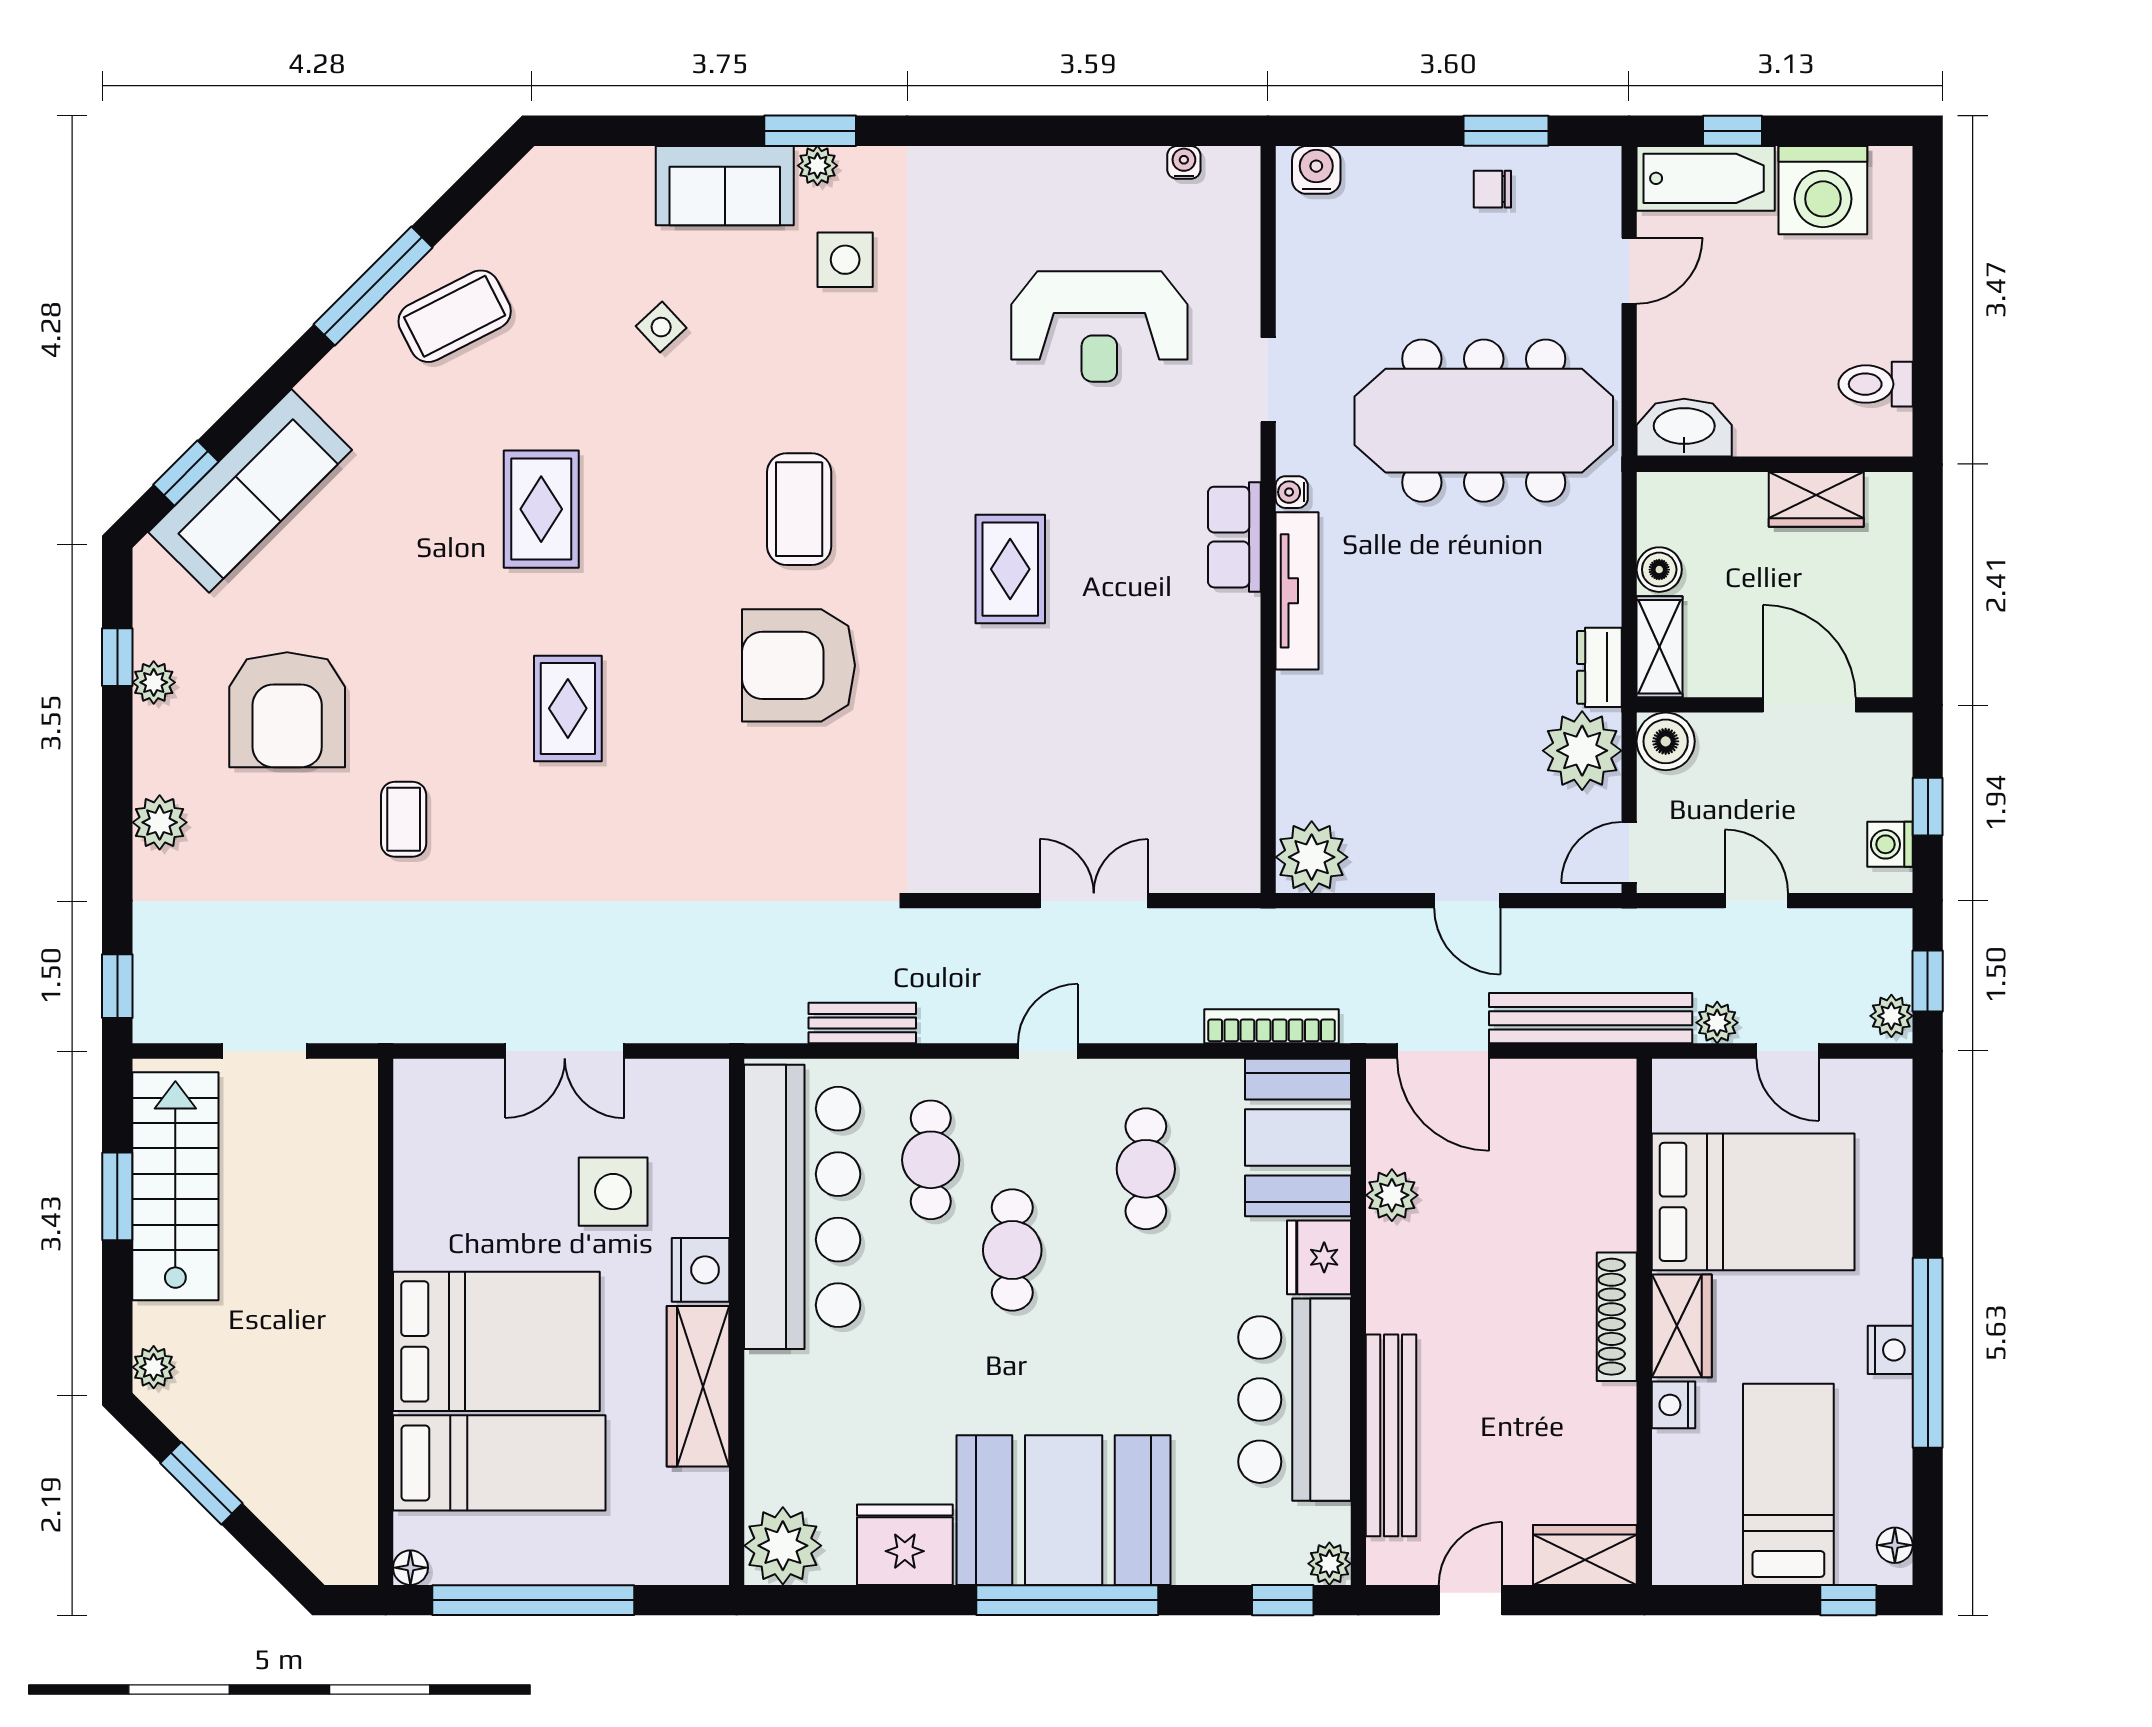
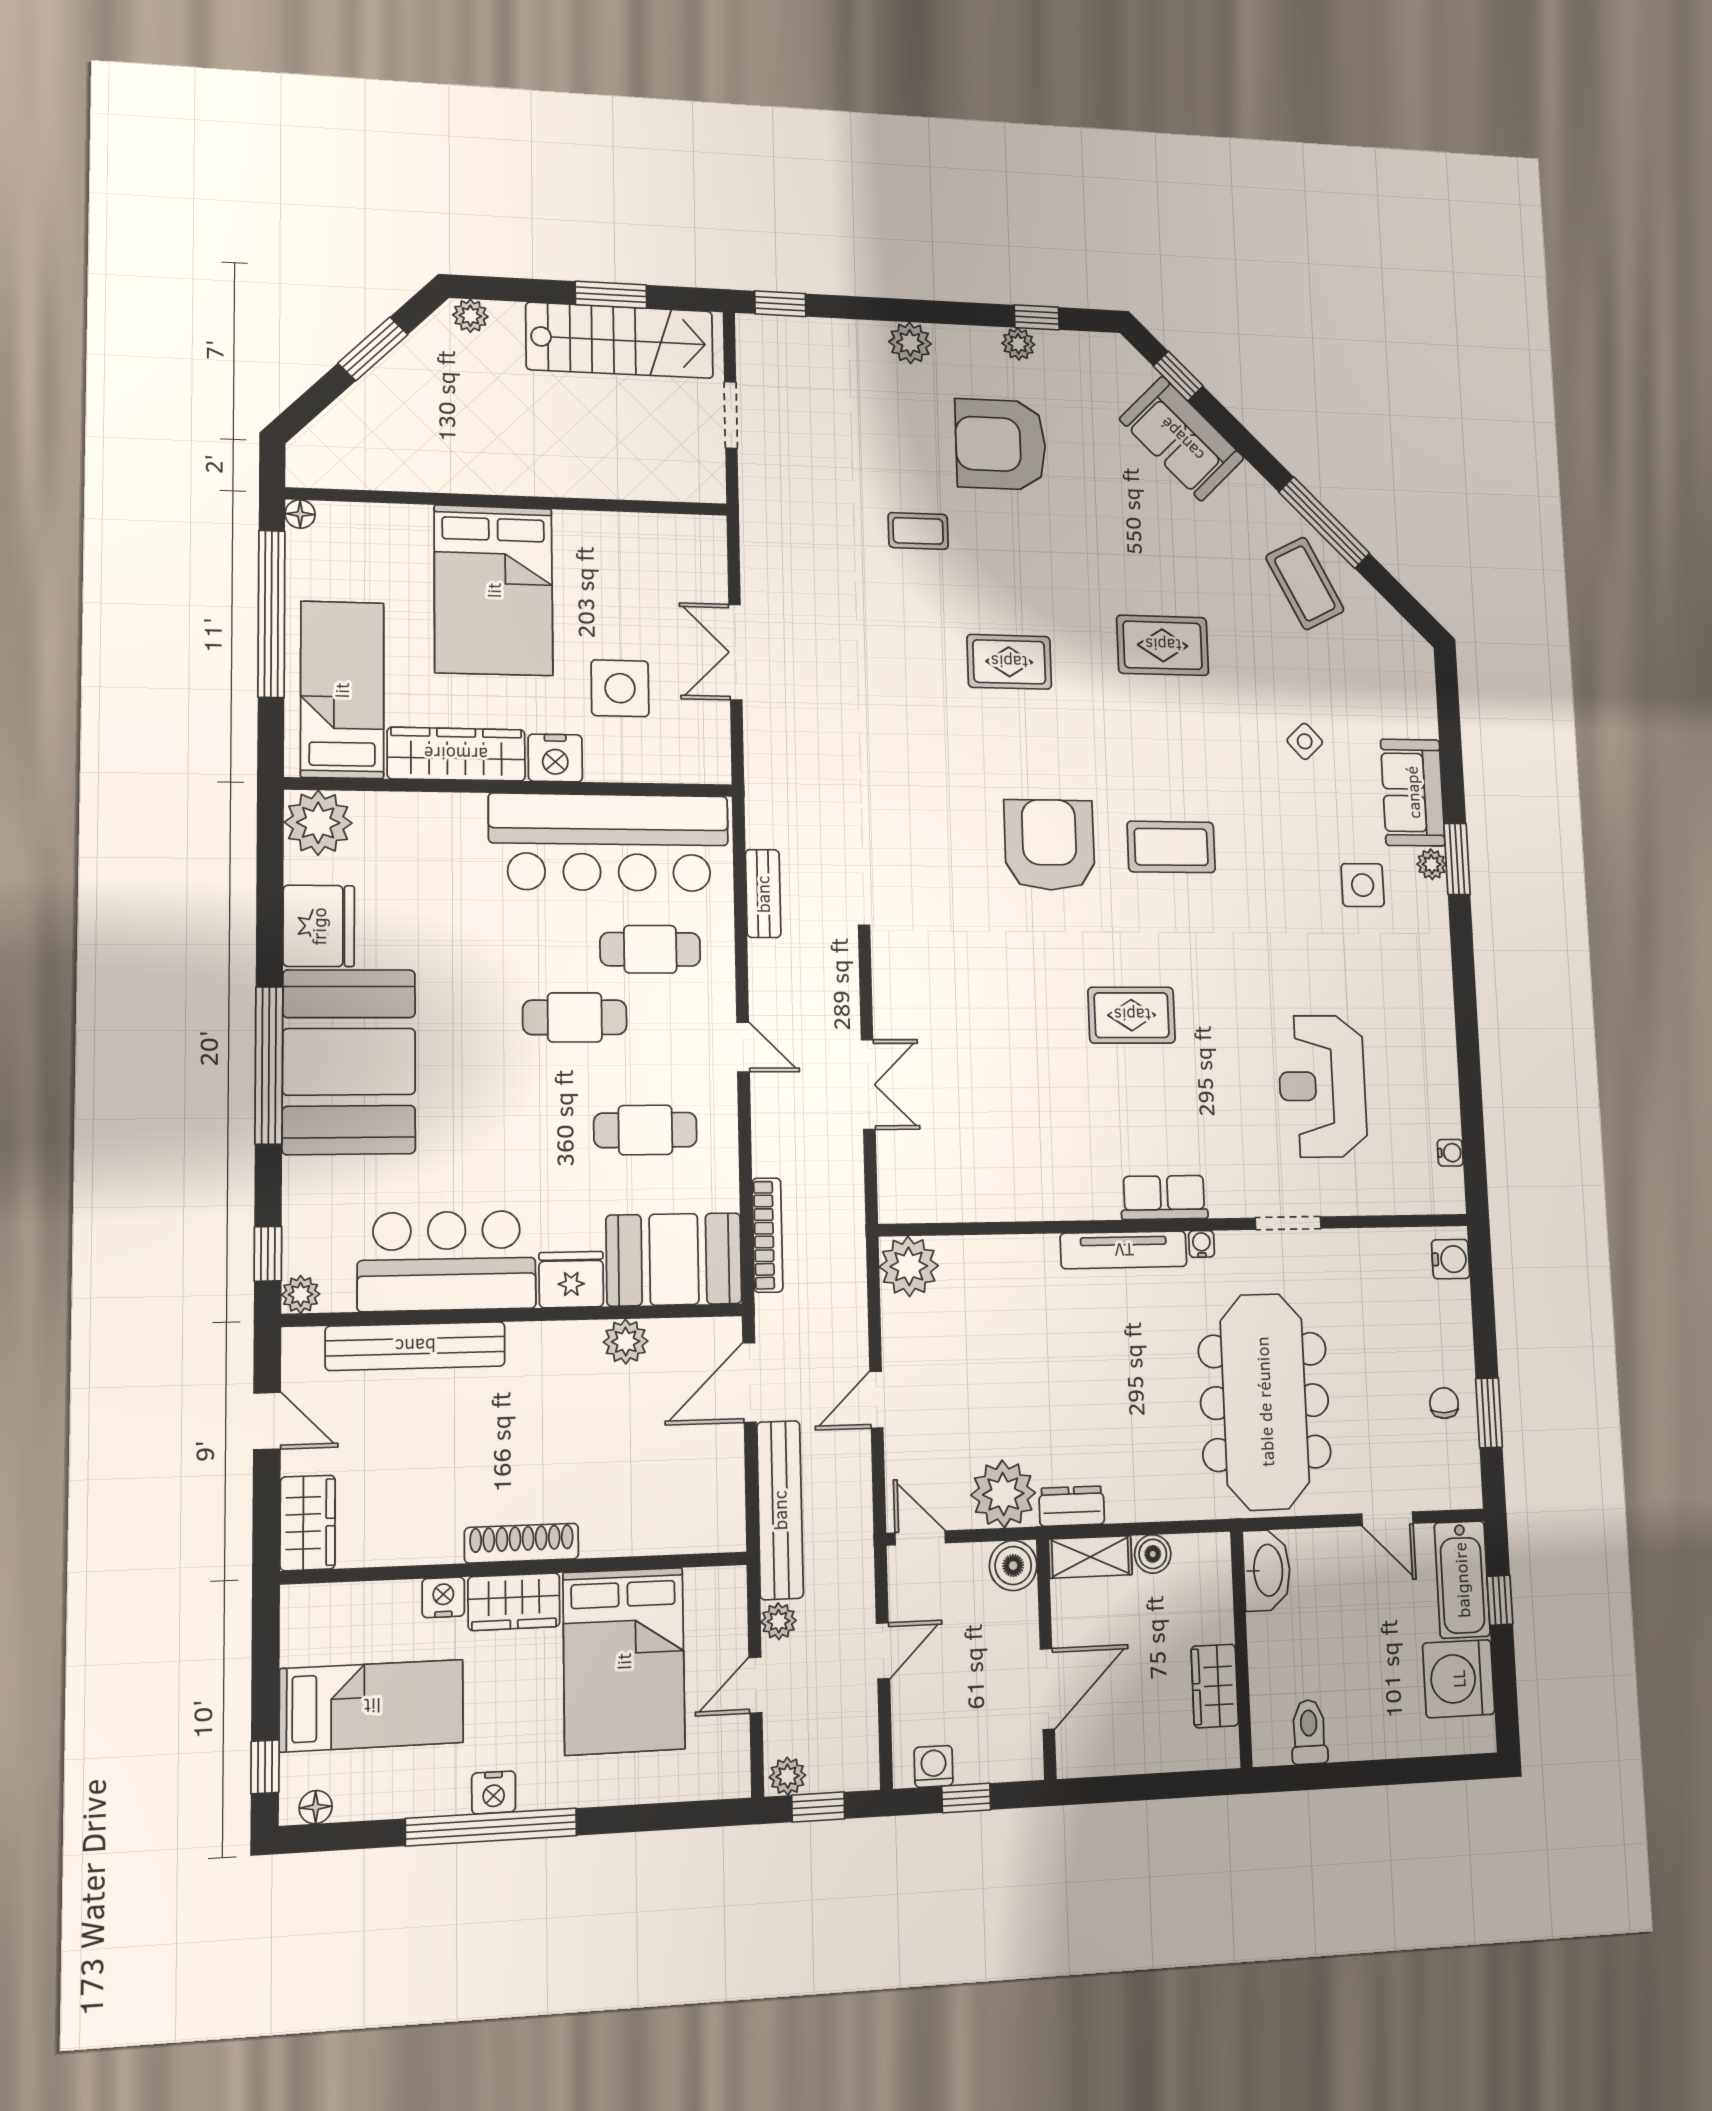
sofa: (250, 491) -> (1182, 439), width x0.73
bed: (499, 1463) -> (342, 690), moved, turned 180

